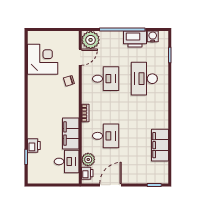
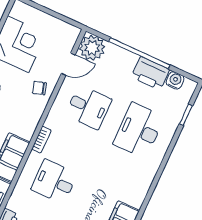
desk: (106, 136) -> (54, 182), turned 180
plant: (88, 159) -> (18, 202), removed

